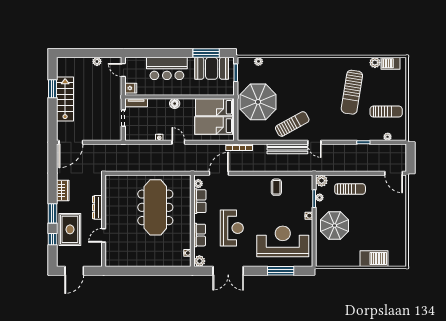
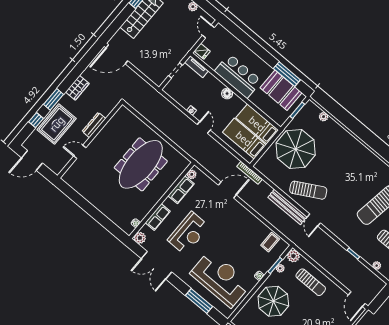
bar counter: (167, 68) -> (238, 76), moved, turned 180
door: (219, 173) -> (227, 190), moved
coffee table: (276, 187) -> (270, 242), moved

